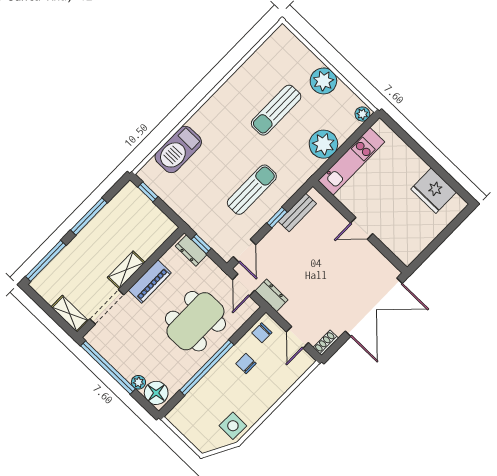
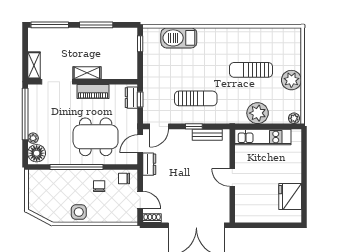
door: (297, 337) -> (140, 200), swing flipped
side table: (233, 426) -> (79, 212), moved

